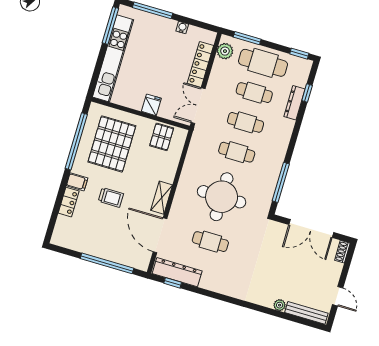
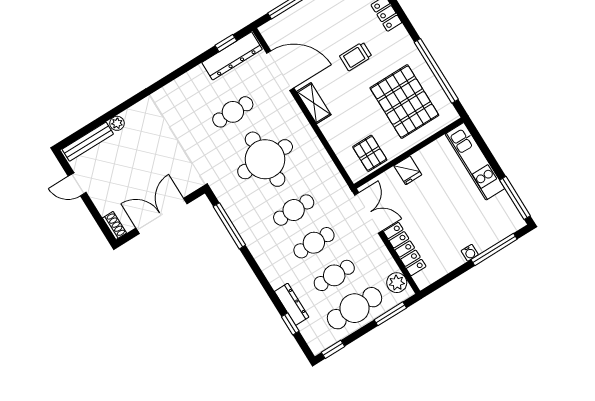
water cooler: (182, 28) -> (470, 253), moved
kitchen unit: (113, 58) -> (475, 161), width x0.73
filing cabinet: (77, 182) -> (398, 38), removed

